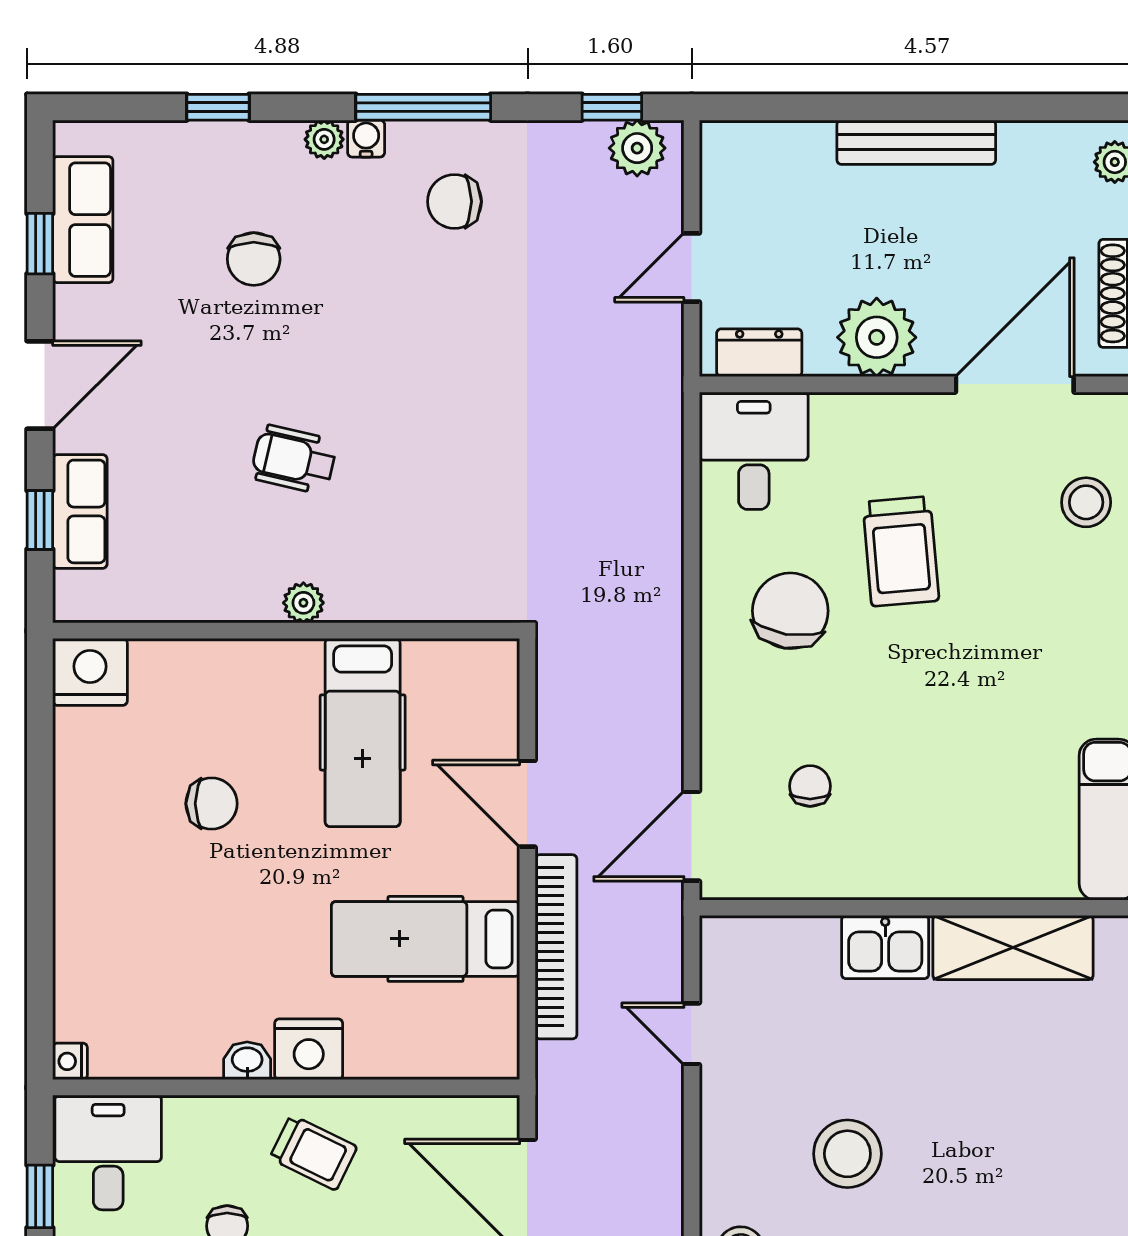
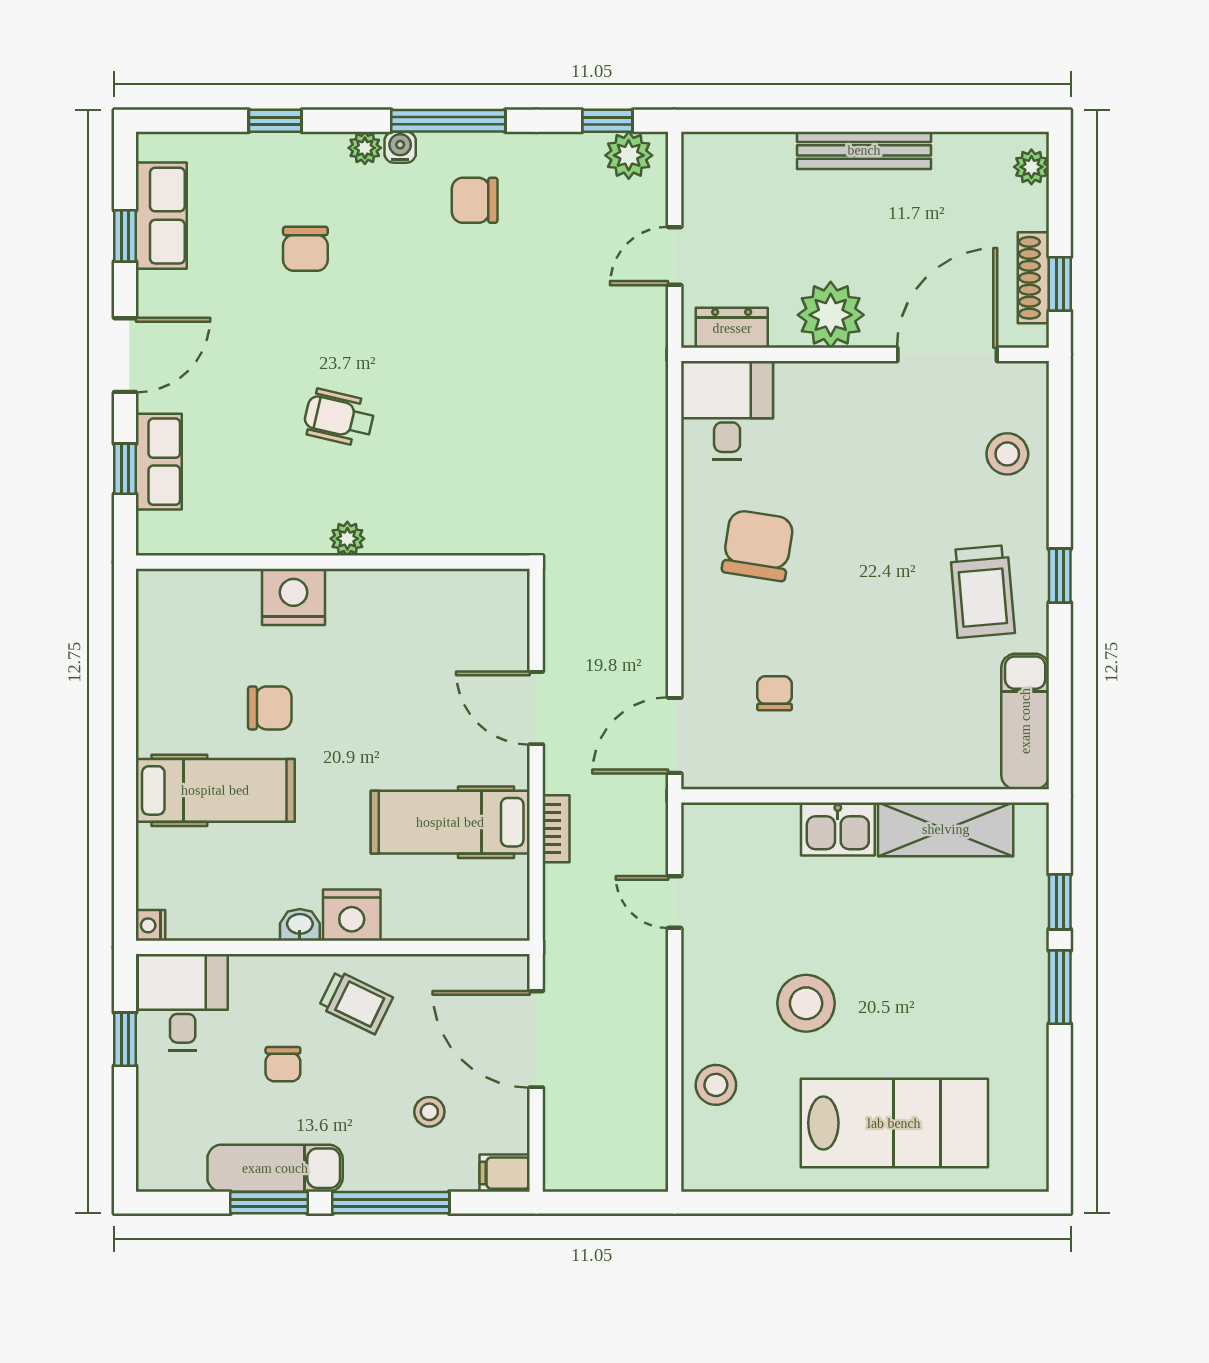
trolley: (901, 551) -> (982, 591), moved
nightstand: (90, 672) -> (294, 597), moved
hospital bed: (363, 732) -> (215, 790), moved, turned -90
bookcase: (556, 947) -> (556, 829), width x0.43, depth x0.76

